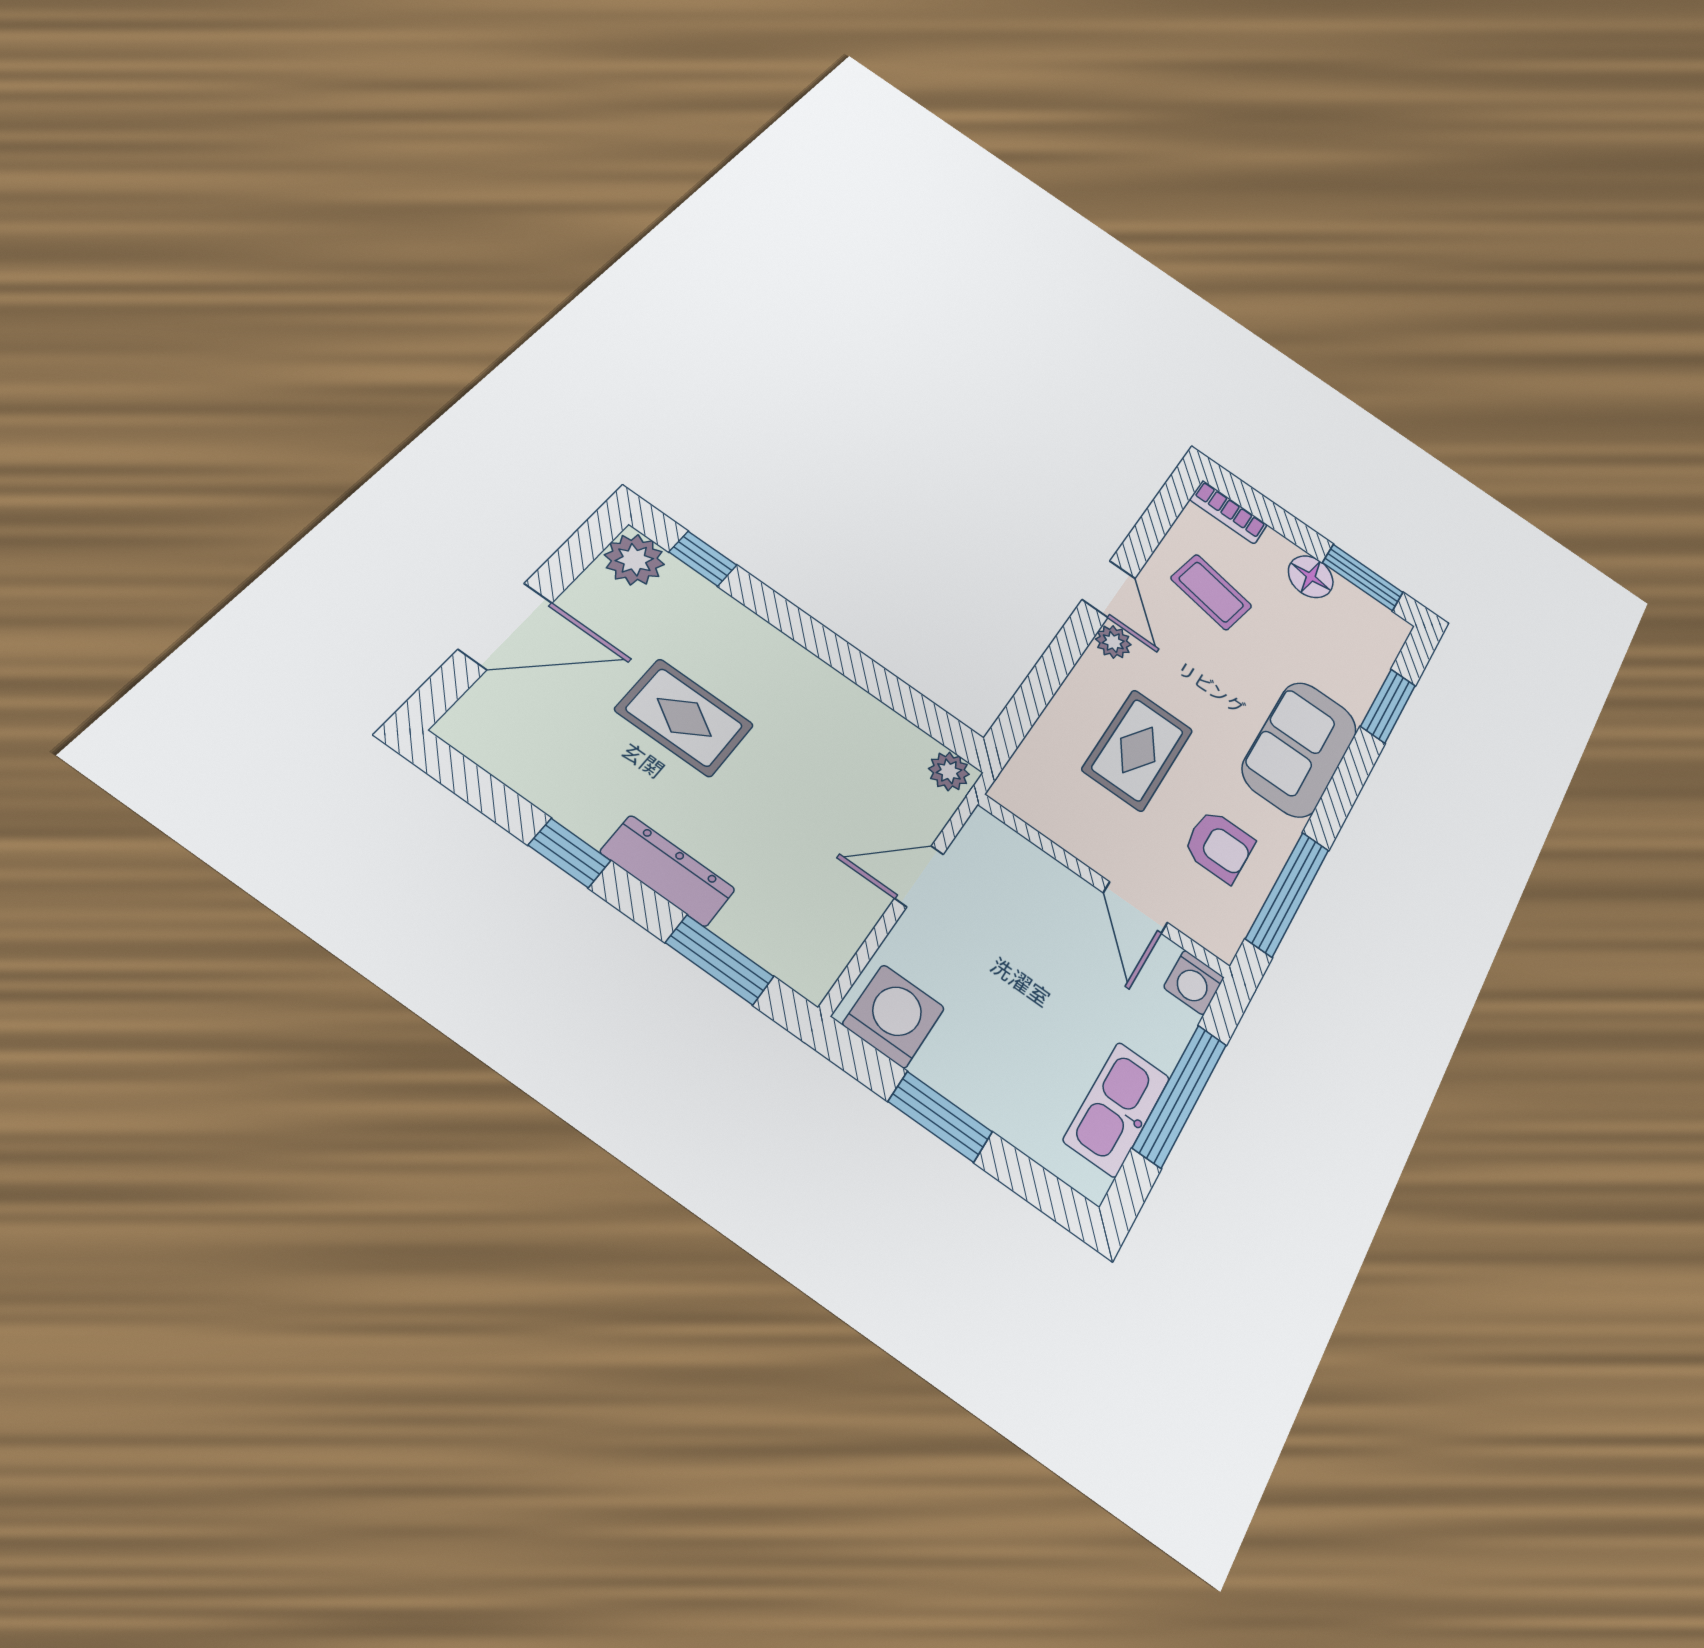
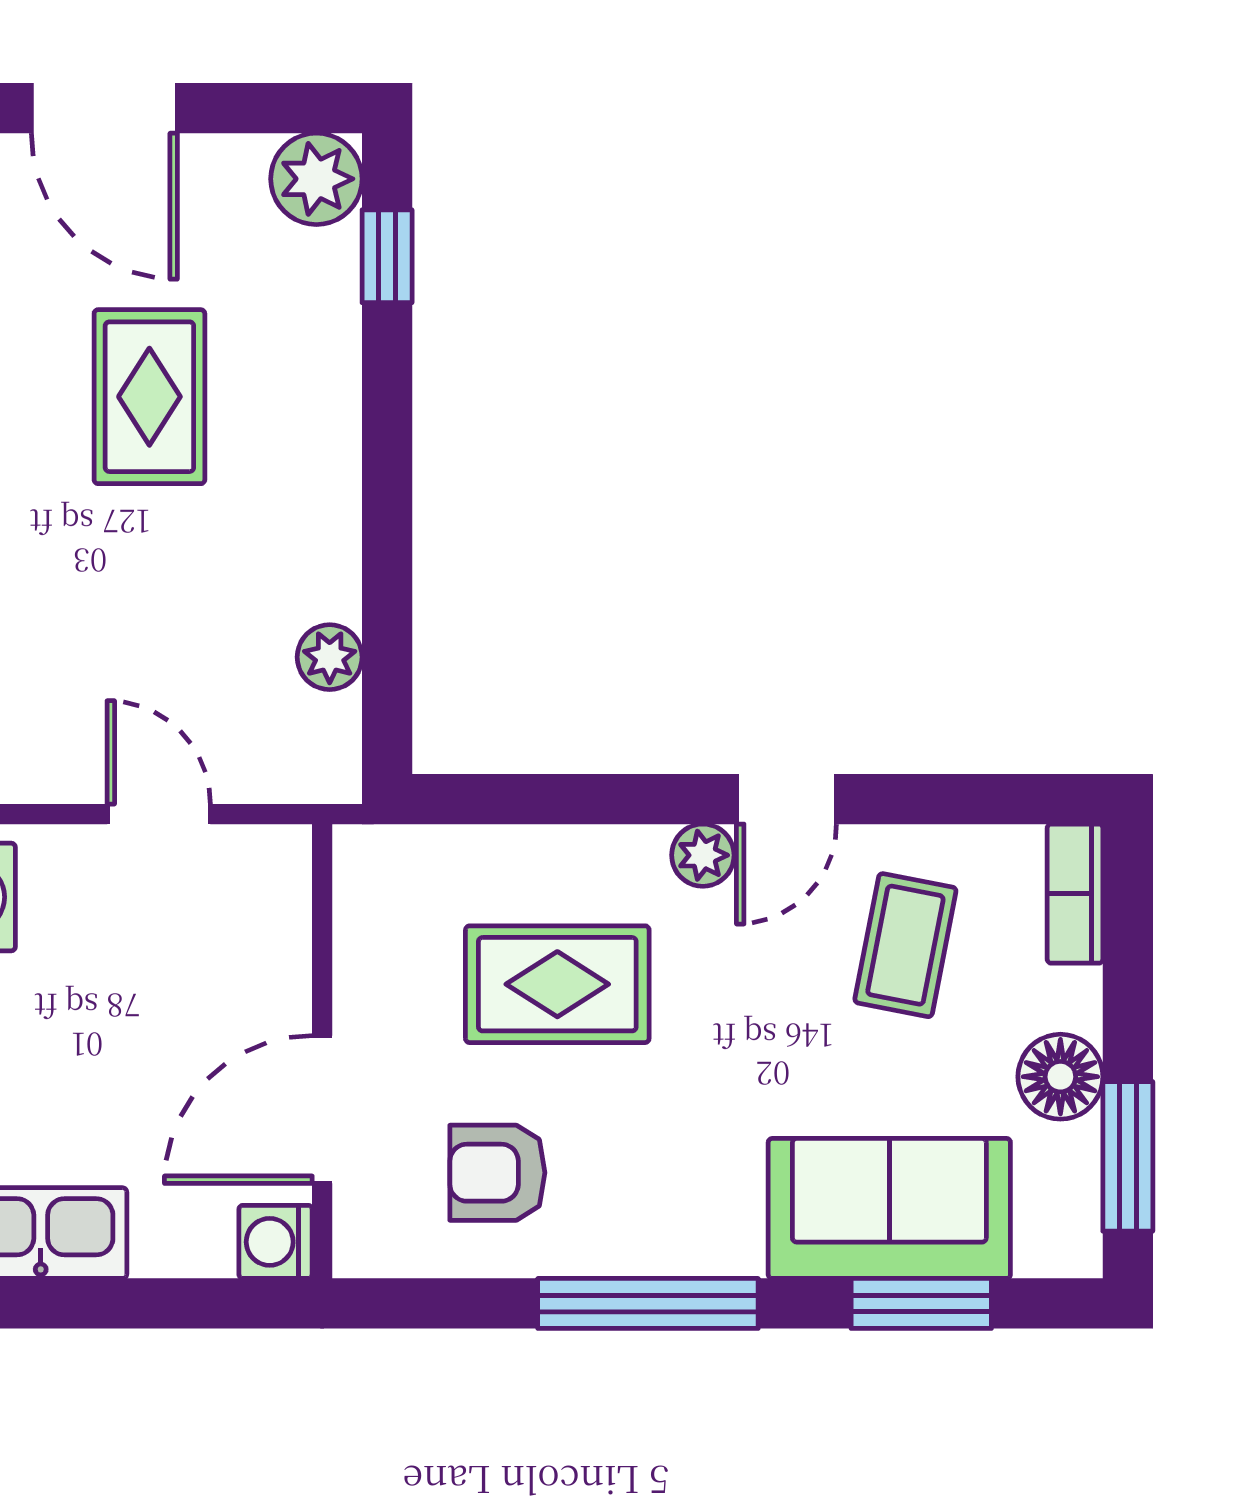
sofa: (1300, 749) -> (889, 1208), moved
plant: (949, 771) -> (330, 657), moved
armchair: (1219, 846) -> (497, 1173), turned 90
window: (1288, 894) -> (648, 1303), moved
door: (1135, 908) -> (322, 1110), width x1.38
window: (1180, 1095) -> (114, 1303), removed

